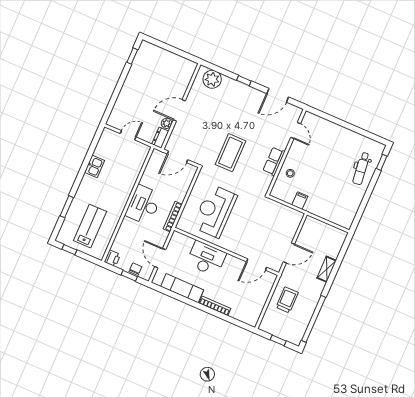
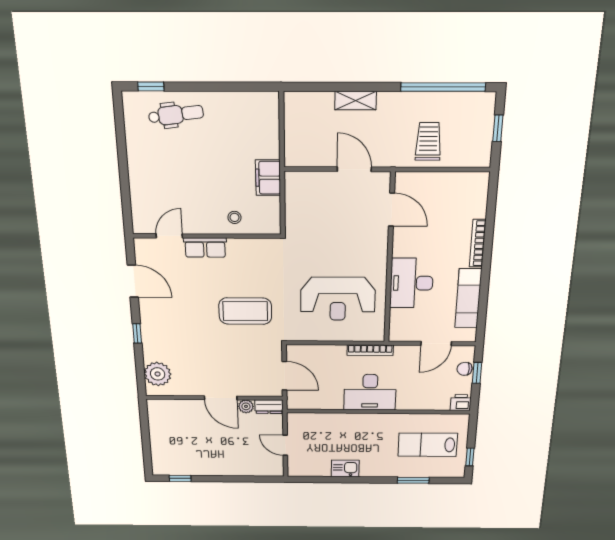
row of seats: (274, 161) -> (205, 248), moved
filing cabinet: (300, 201) -> (268, 178), width x2.00
trolley: (287, 300) -> (428, 142), turned 90

